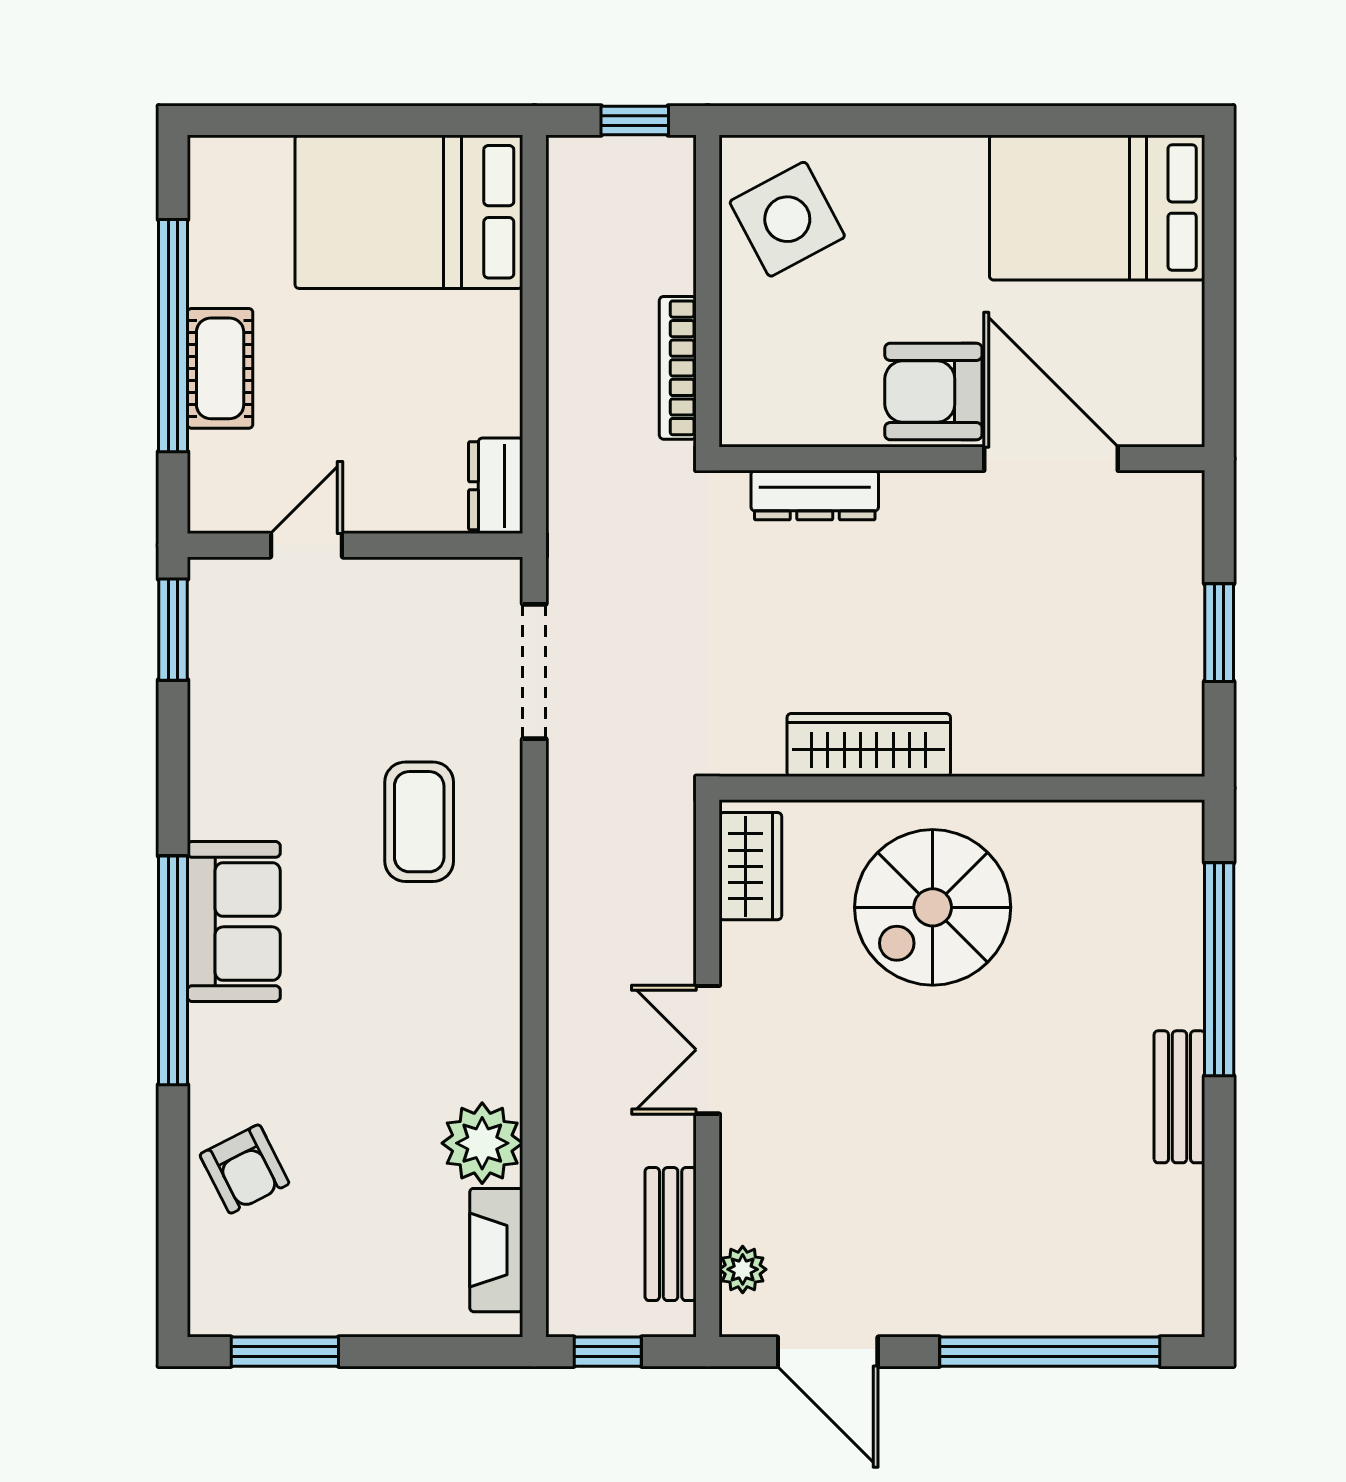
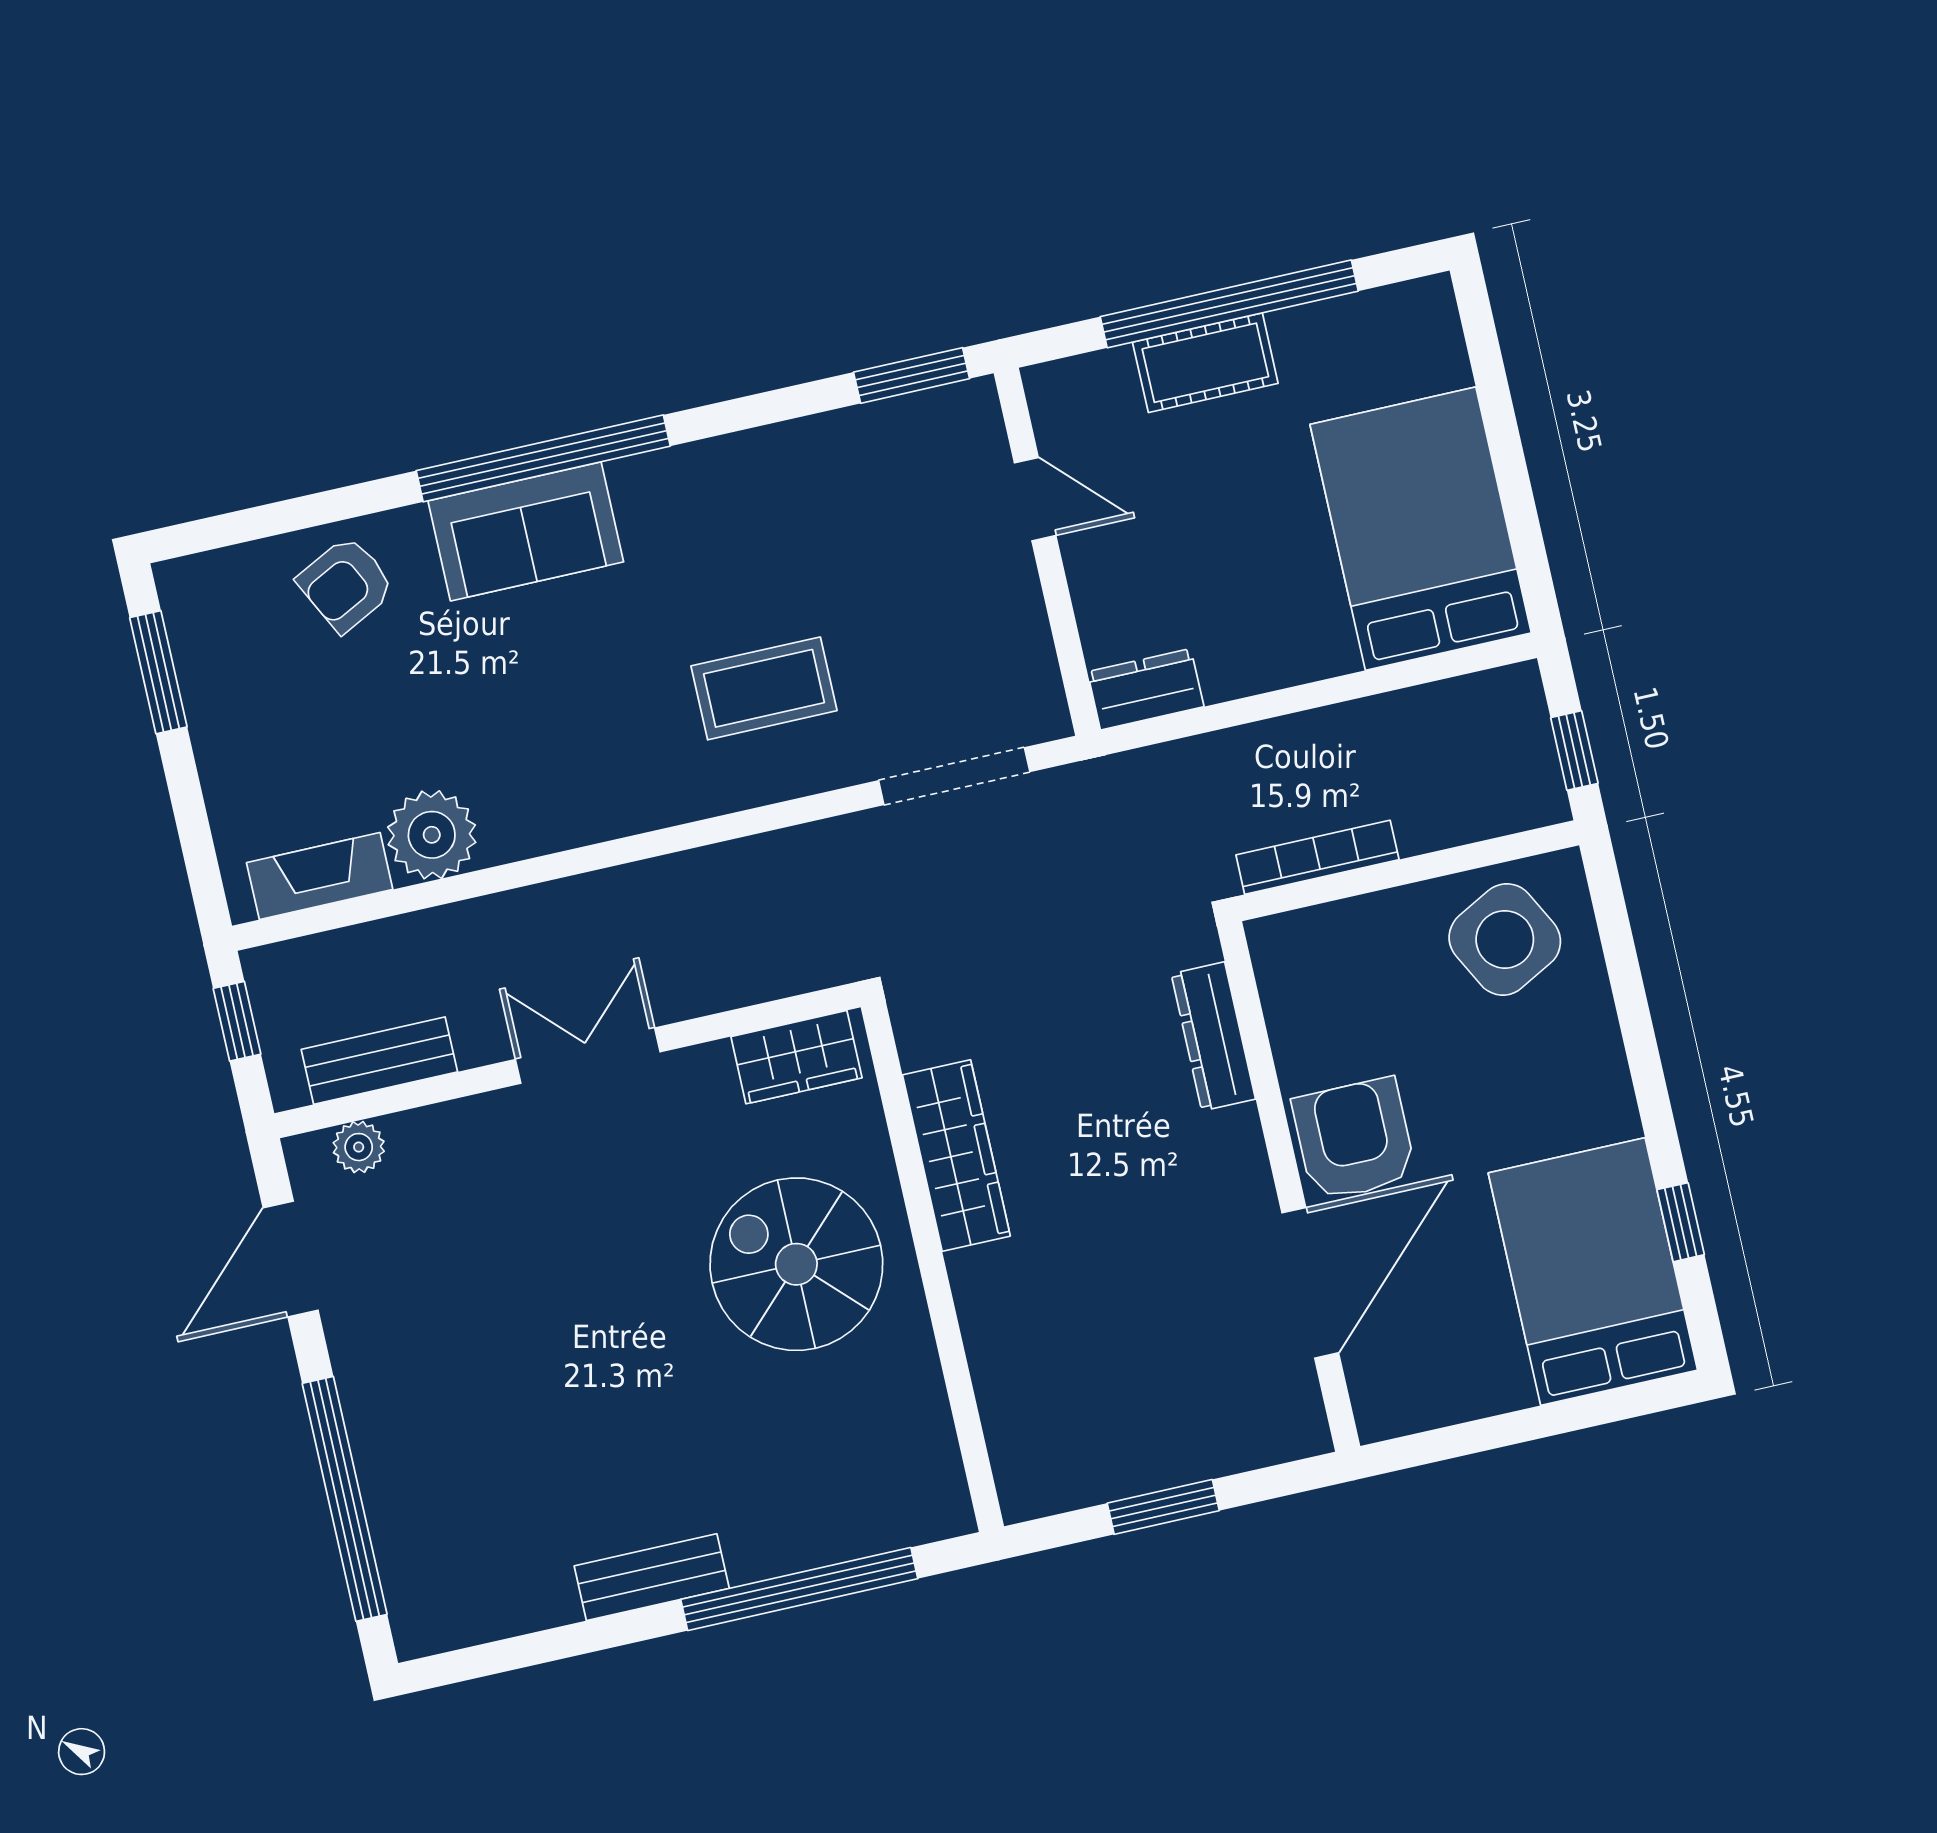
window: (1071, 120) -> (1681, 1222), added
sofa: (234, 922) -> (526, 531), moved

